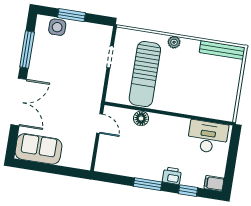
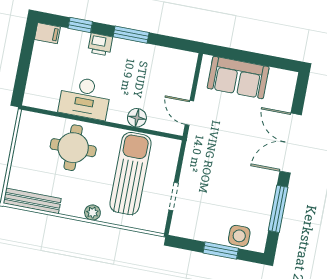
round table: (191, 93) -> (73, 148), added
desk: (208, 137) -> (85, 98), moved
sofa: (38, 149) -> (238, 77), moved

